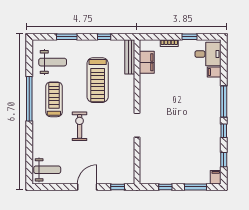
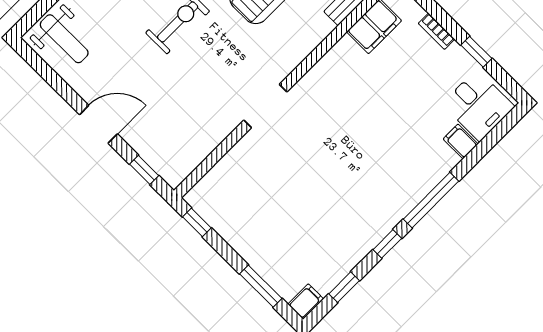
window: (165, 187) -> (197, 222), moved

